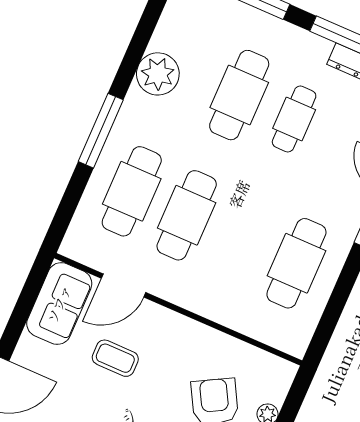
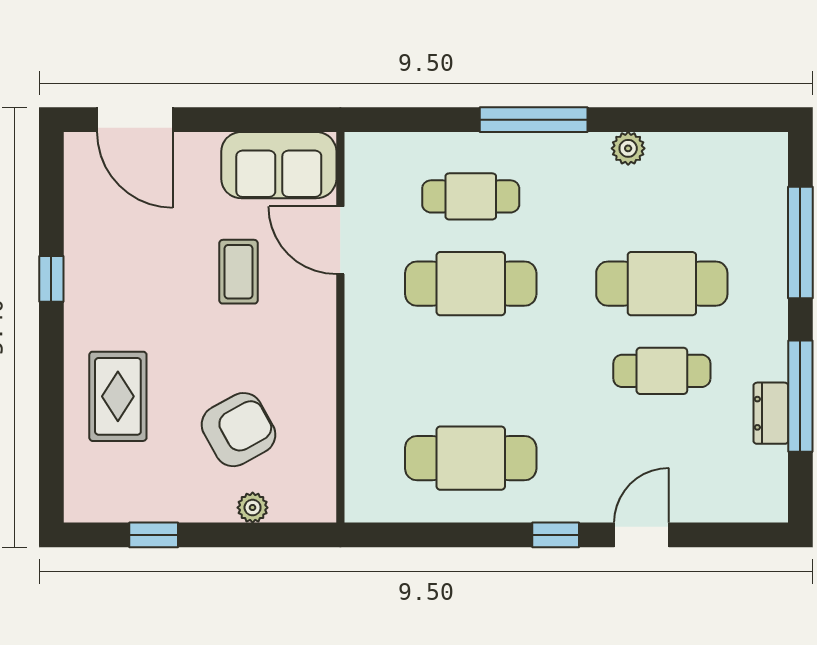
plant: (158, 74) -> (628, 148), width x0.53, depth x0.53
cafe table: (132, 191) -> (471, 196), width x0.73, depth x0.74

